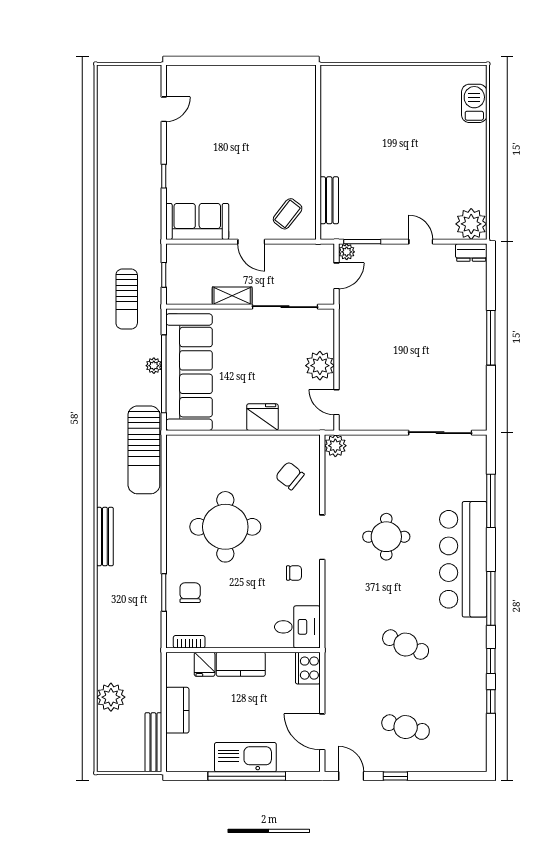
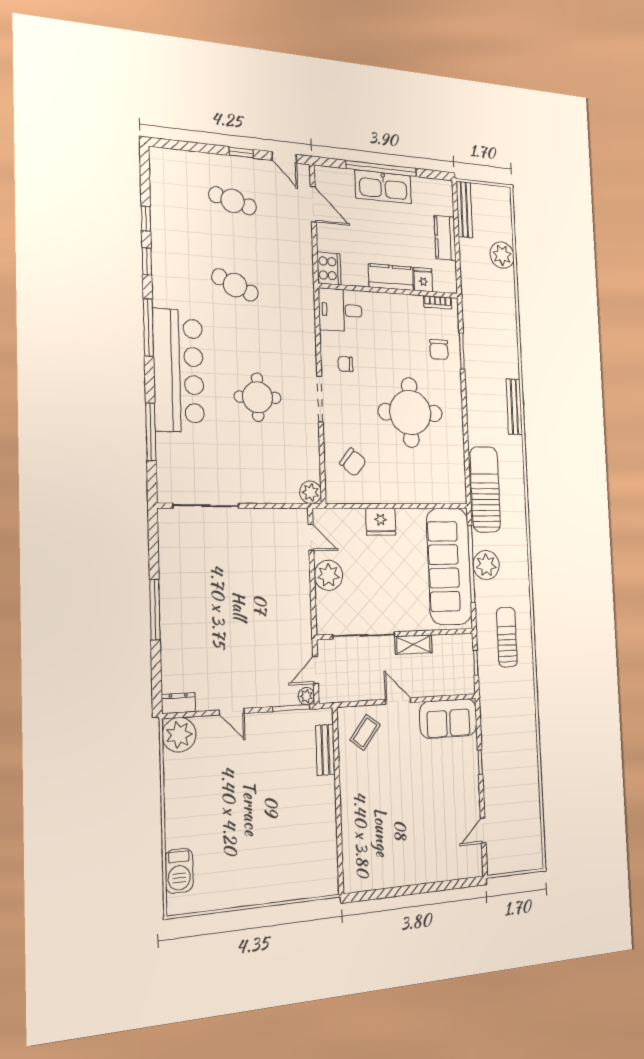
plant: (154, 366) -> (486, 565), width x1.87, depth x1.87

